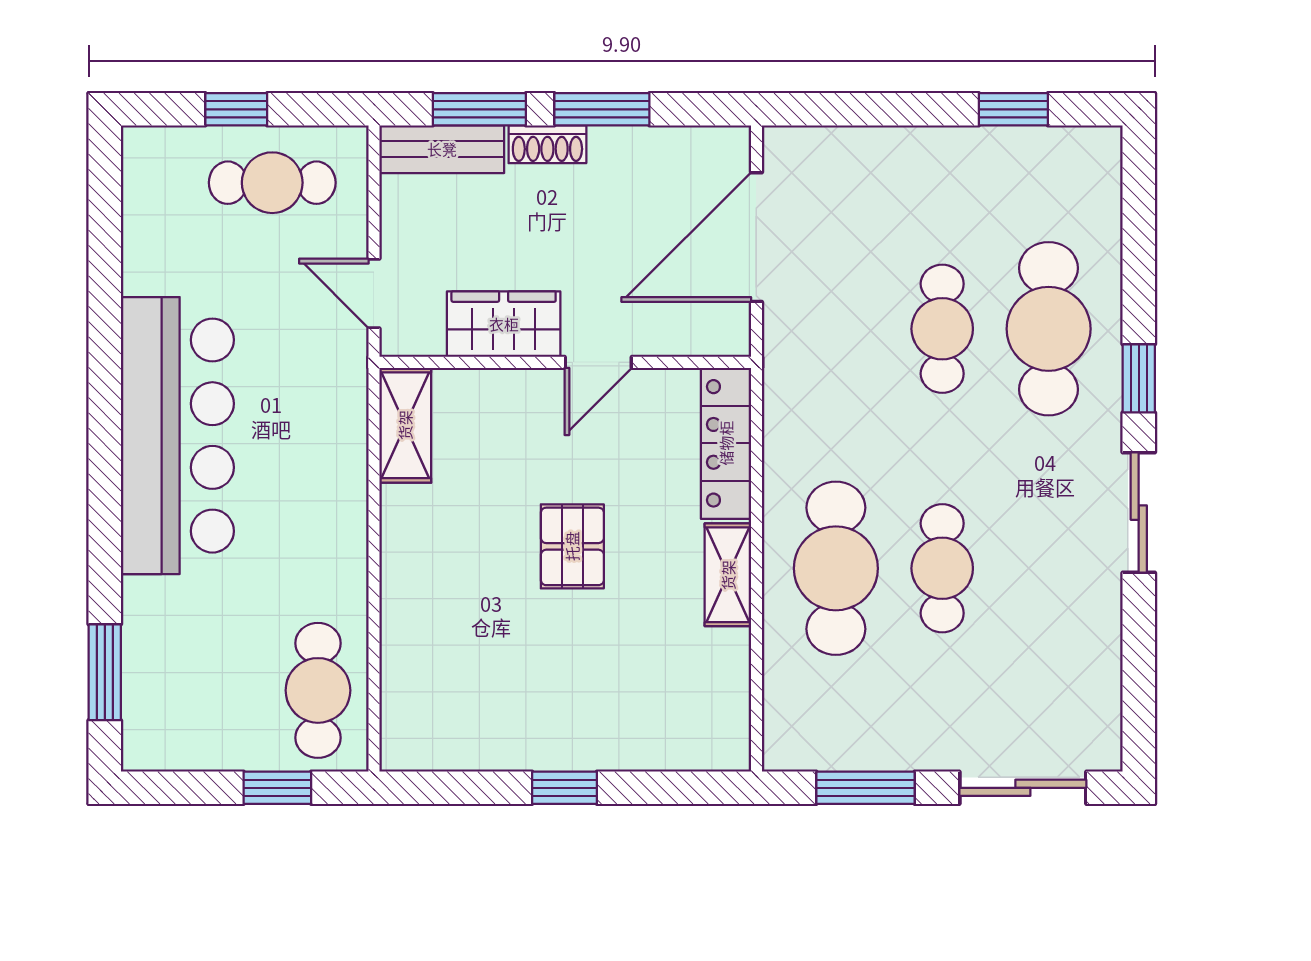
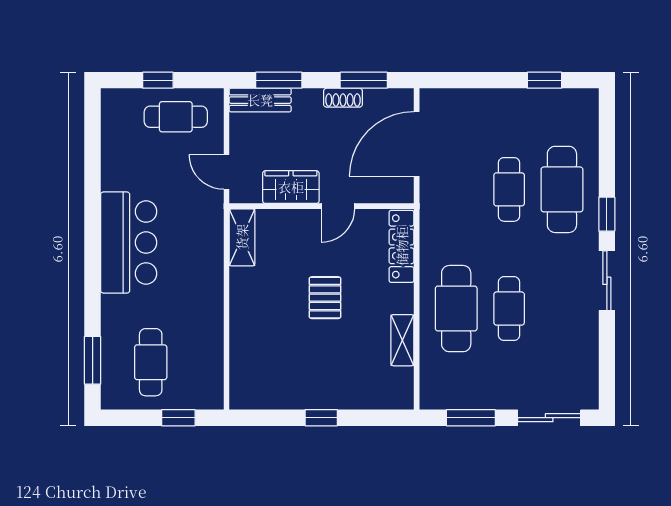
window: (602, 109) -> (364, 80), moved
shoe rack: (547, 144) -> (343, 98), moved
bar counter: (177, 436) -> (129, 243), width x0.73
shelving: (728, 575) -> (402, 340), moved
cafe table: (318, 690) -> (151, 362), moved

